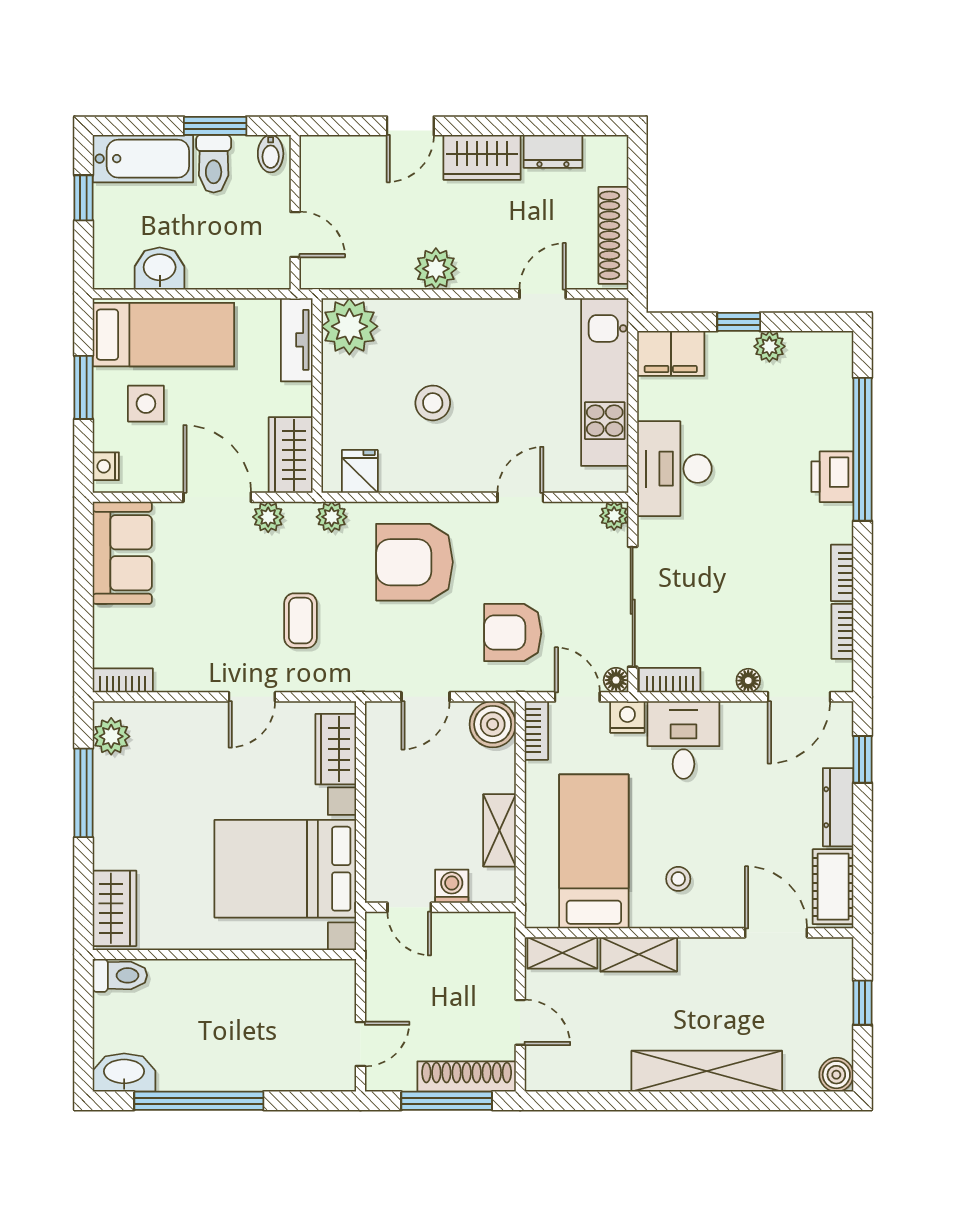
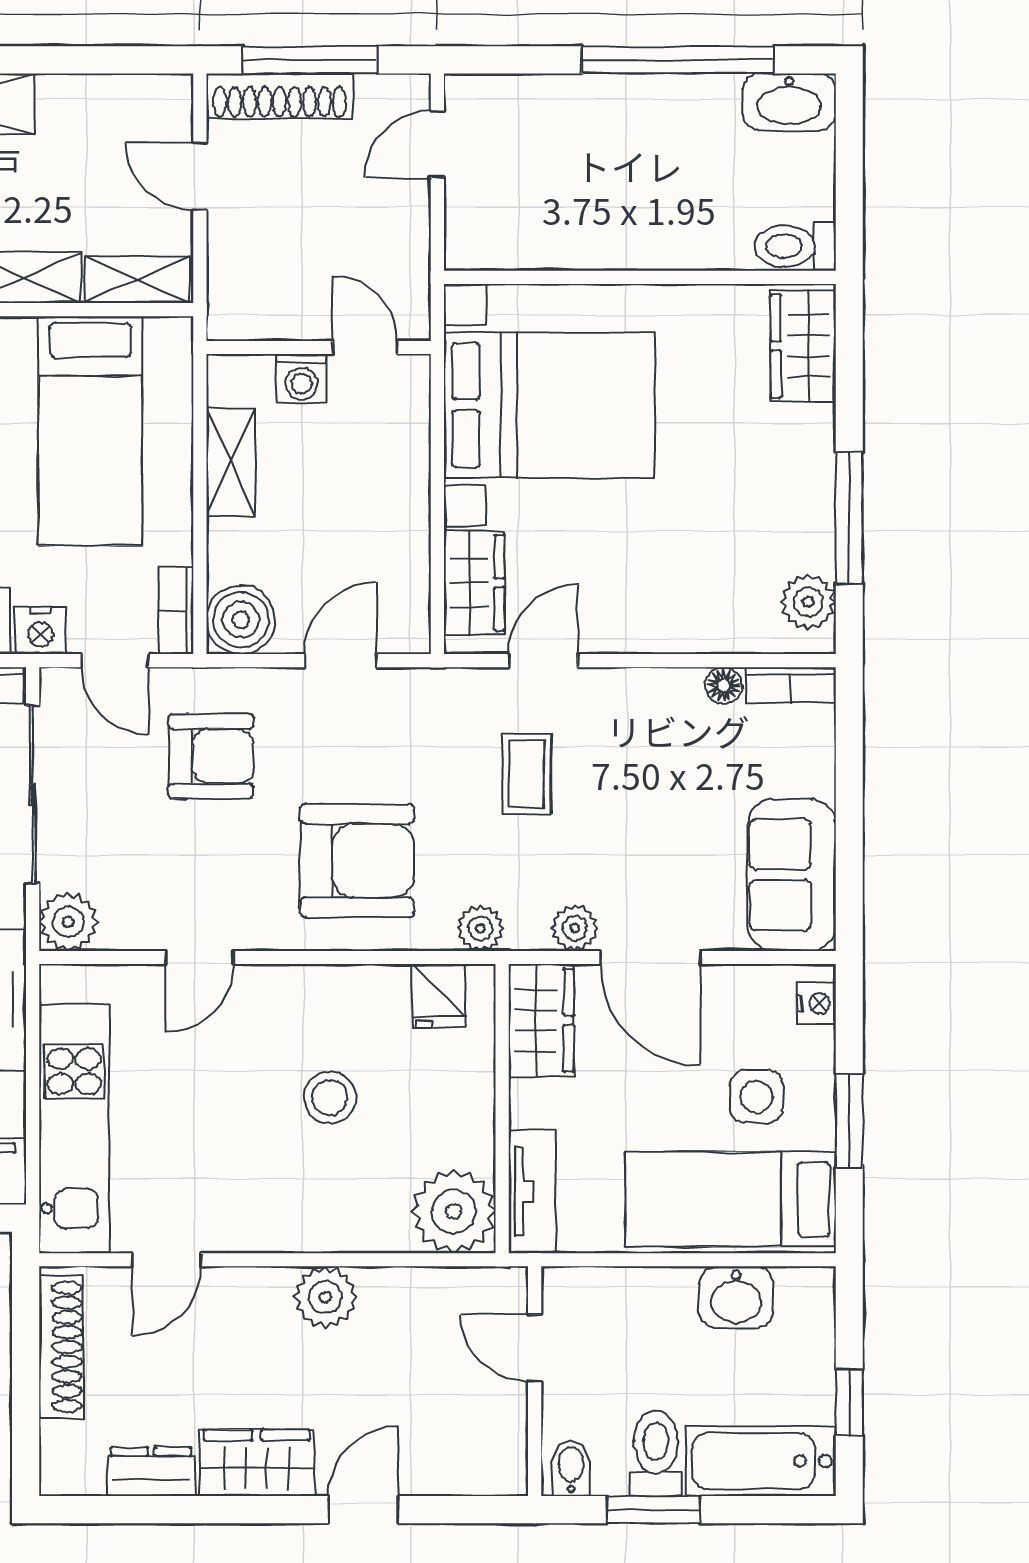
plant: (614, 516) -> (68, 922), width x1.38, depth x1.38
floor lamp: (616, 680) -> (724, 685), moved
door: (252, 697) -> (543, 661), moved

